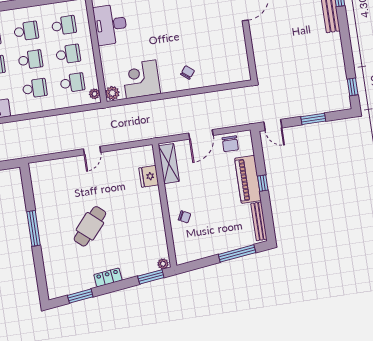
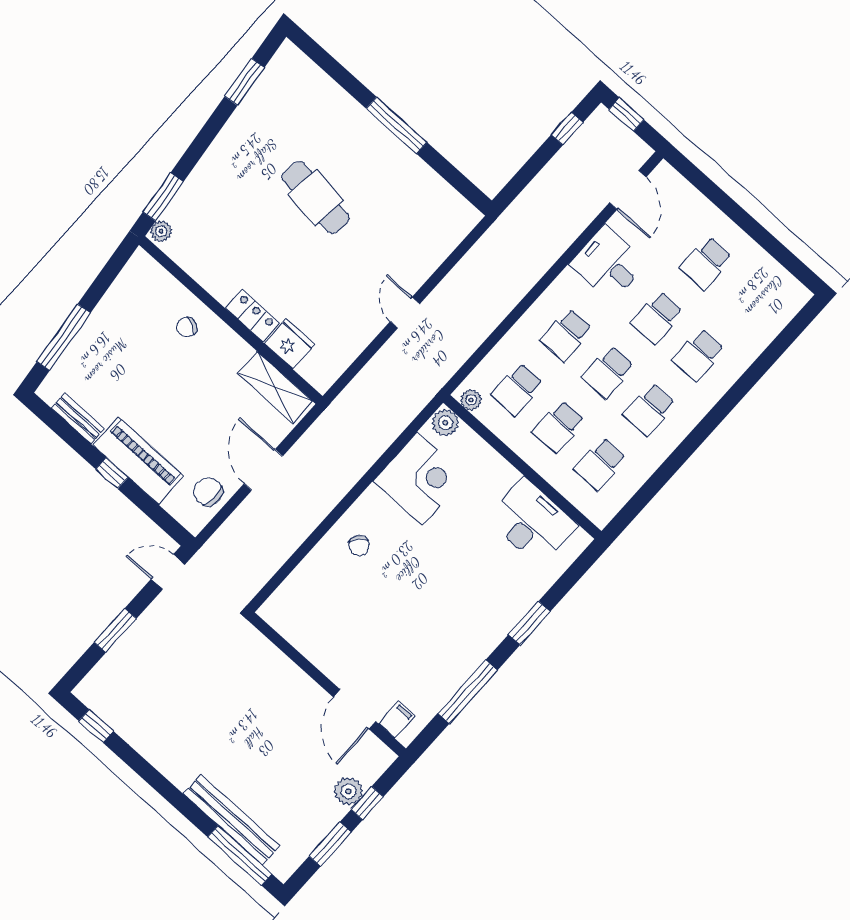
bench: (259, 221) -> (78, 418), width x0.73
cafe table: (90, 226) -> (315, 197), turned -34
locker: (108, 277) -> (252, 316), moved, turned -83

